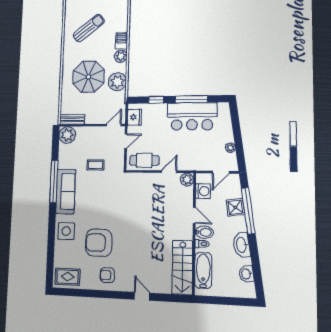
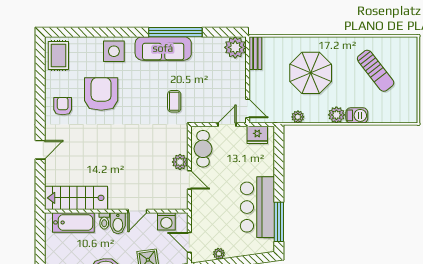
plant: (117, 82) -> (298, 117), width x0.53, depth x0.53
window: (191, 99) -> (279, 222), moved
window: (156, 100) -> (279, 162), removed
door: (126, 141) -> (227, 125), swing flipped
coffee table: (95, 165) -> (174, 101), moved
plant: (187, 180) -> (180, 162), moved

